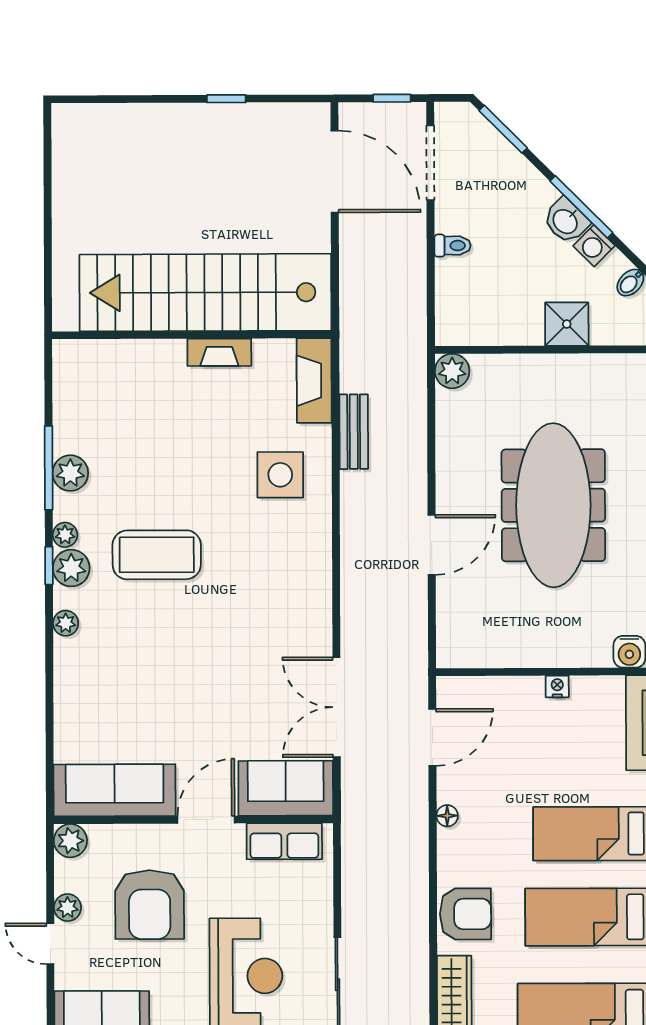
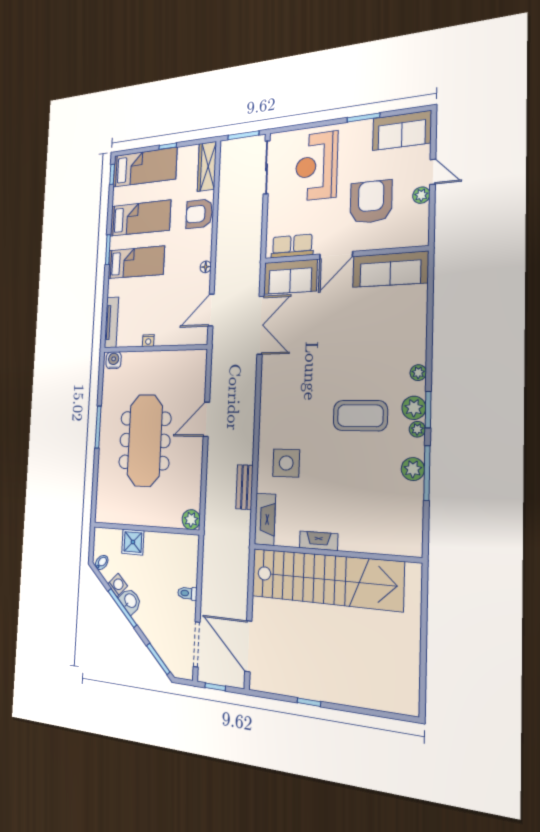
window: (49, 566) -> (428, 410), width x1.50
plant: (70, 841) -> (419, 236), removed

